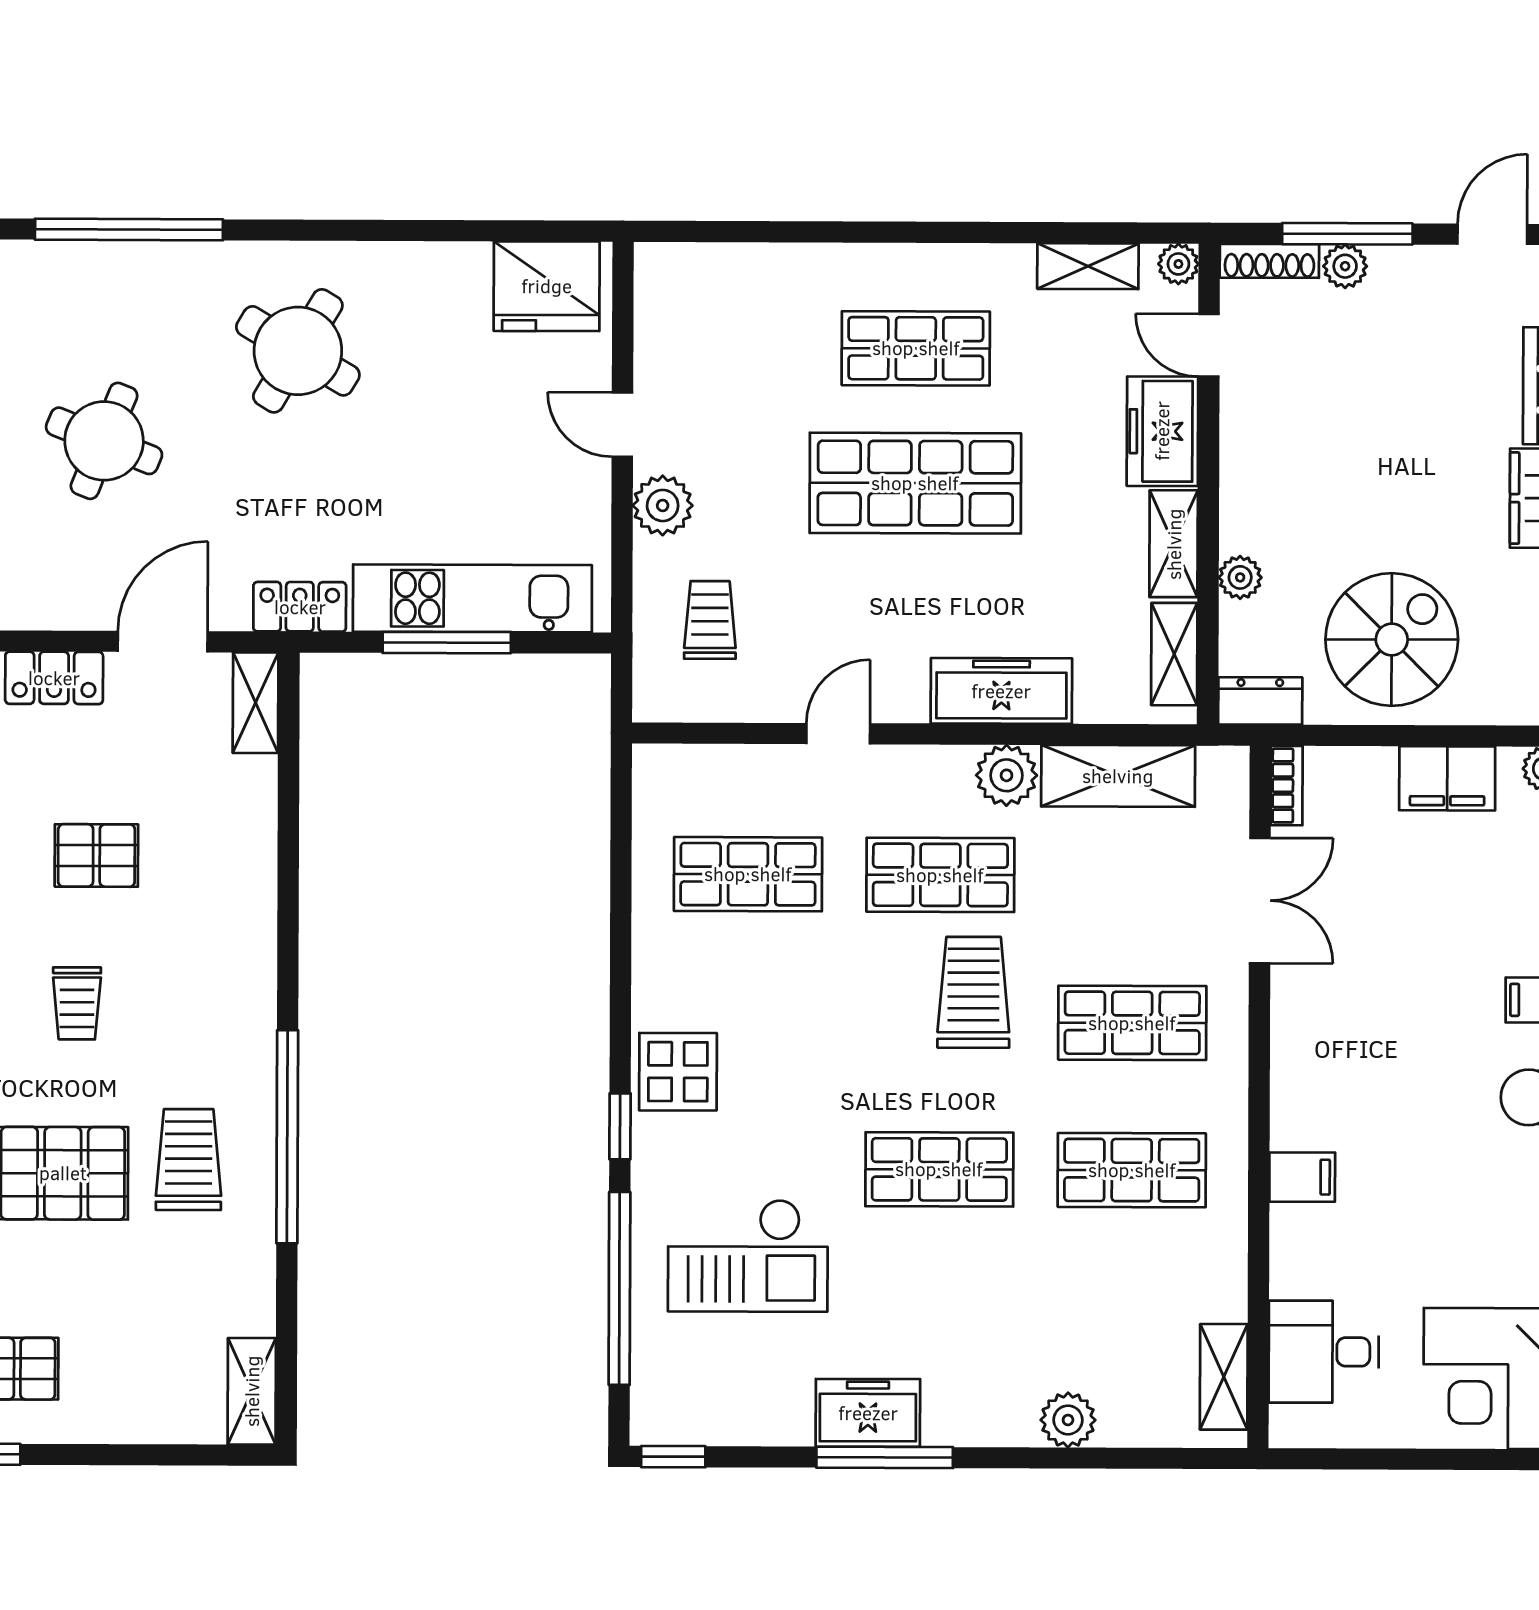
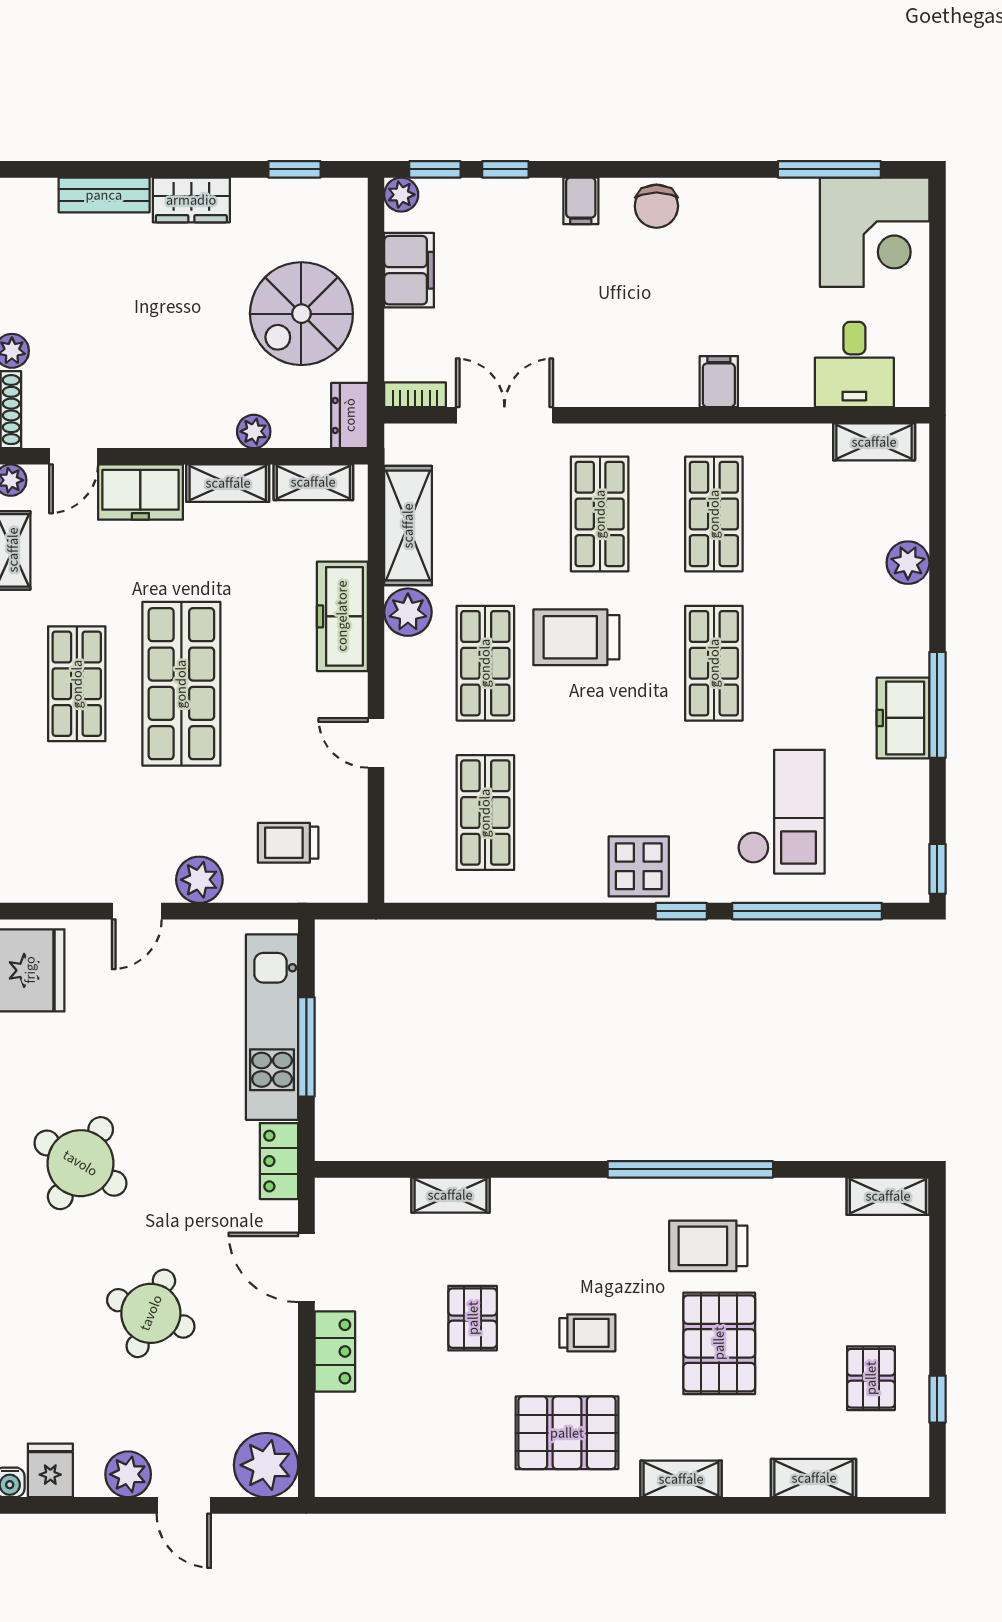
spiral stairs: (1392, 640) -> (301, 314), turned -90
shelving: (256, 703) -> (450, 1195), moved

